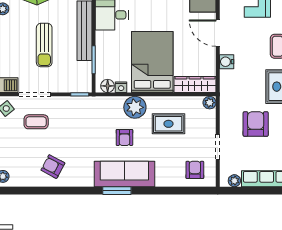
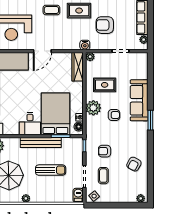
bed: (152, 62) -> (55, 114), moved, turned 90
water cooler: (227, 62) -> (85, 45), moved
rug: (168, 124) -> (105, 85), turned 90
armchair: (195, 170) -> (105, 151), moved
sofa: (124, 174) -> (139, 100), moved

